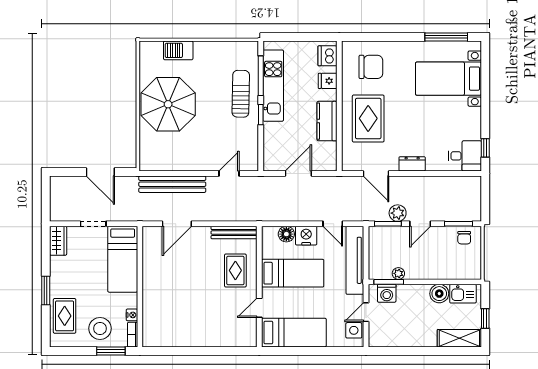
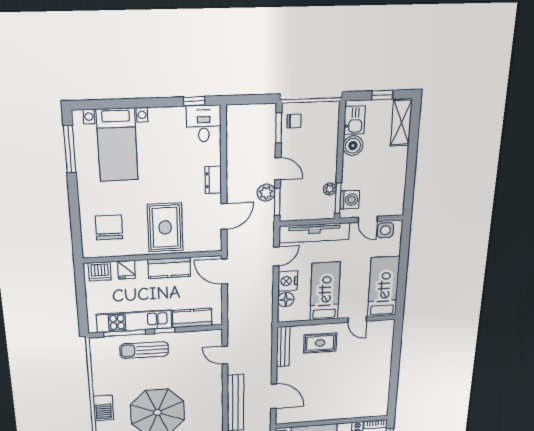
rug: (368, 118) -> (165, 227), turned 90
kitchen counter: (273, 142) -> (192, 318), added
door: (298, 174) -> (224, 271), moved

